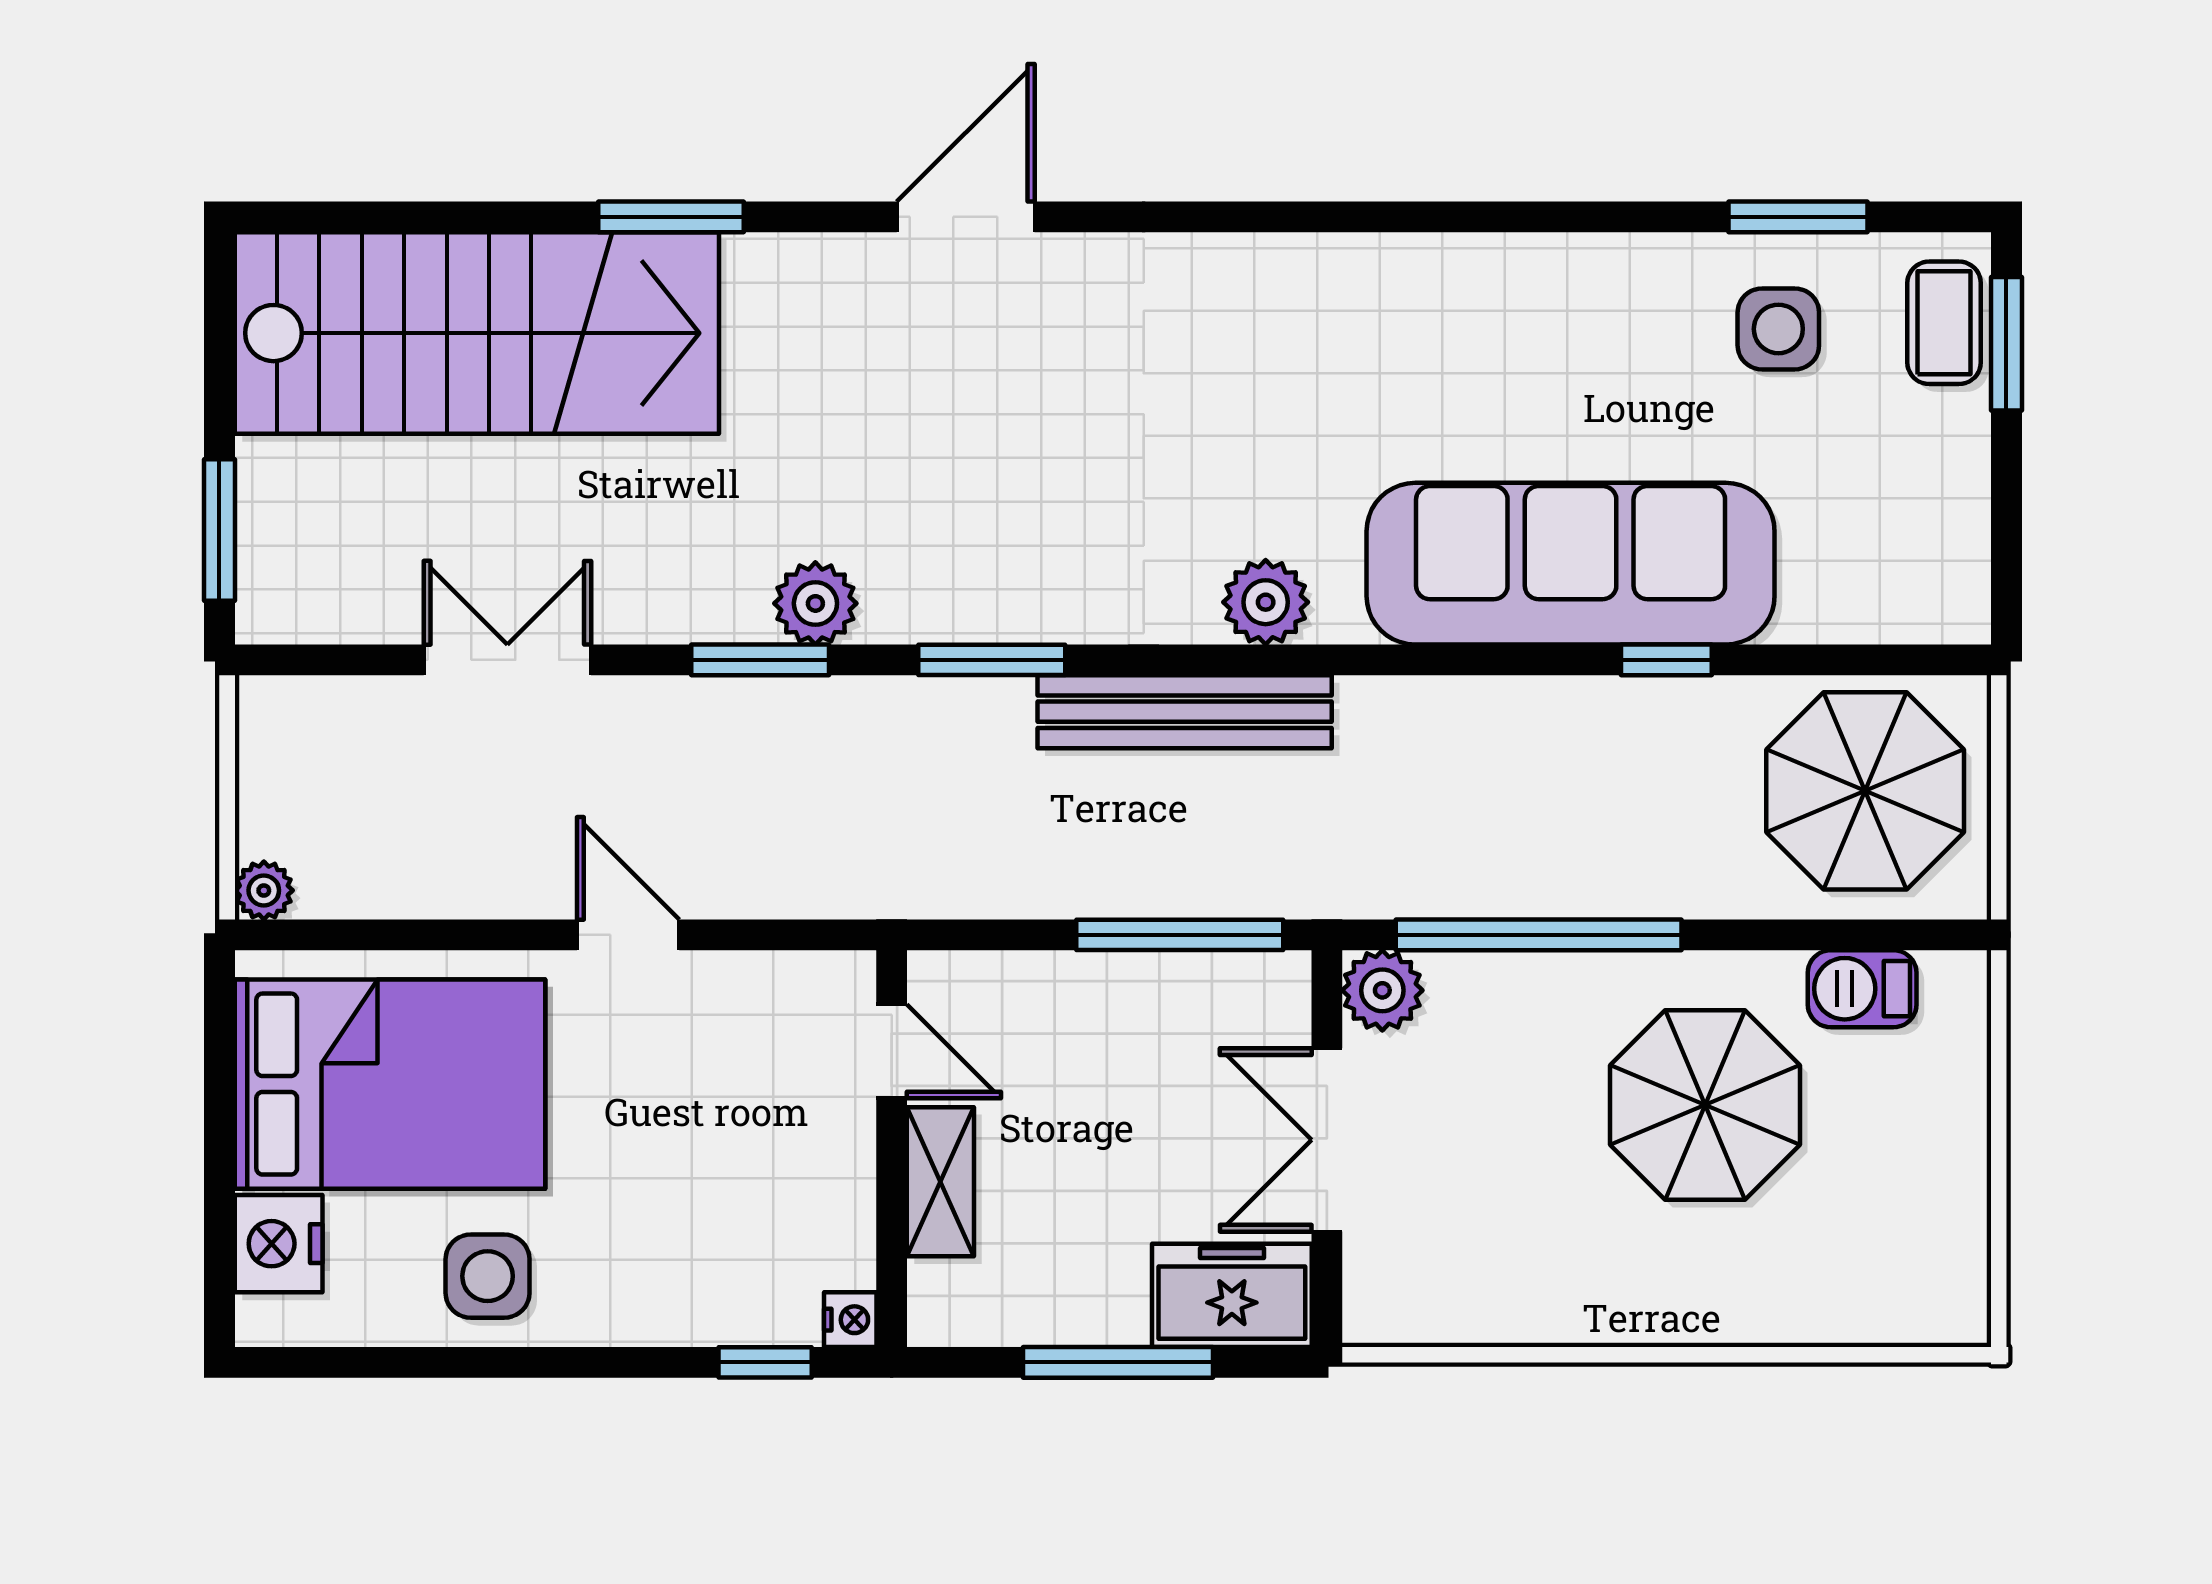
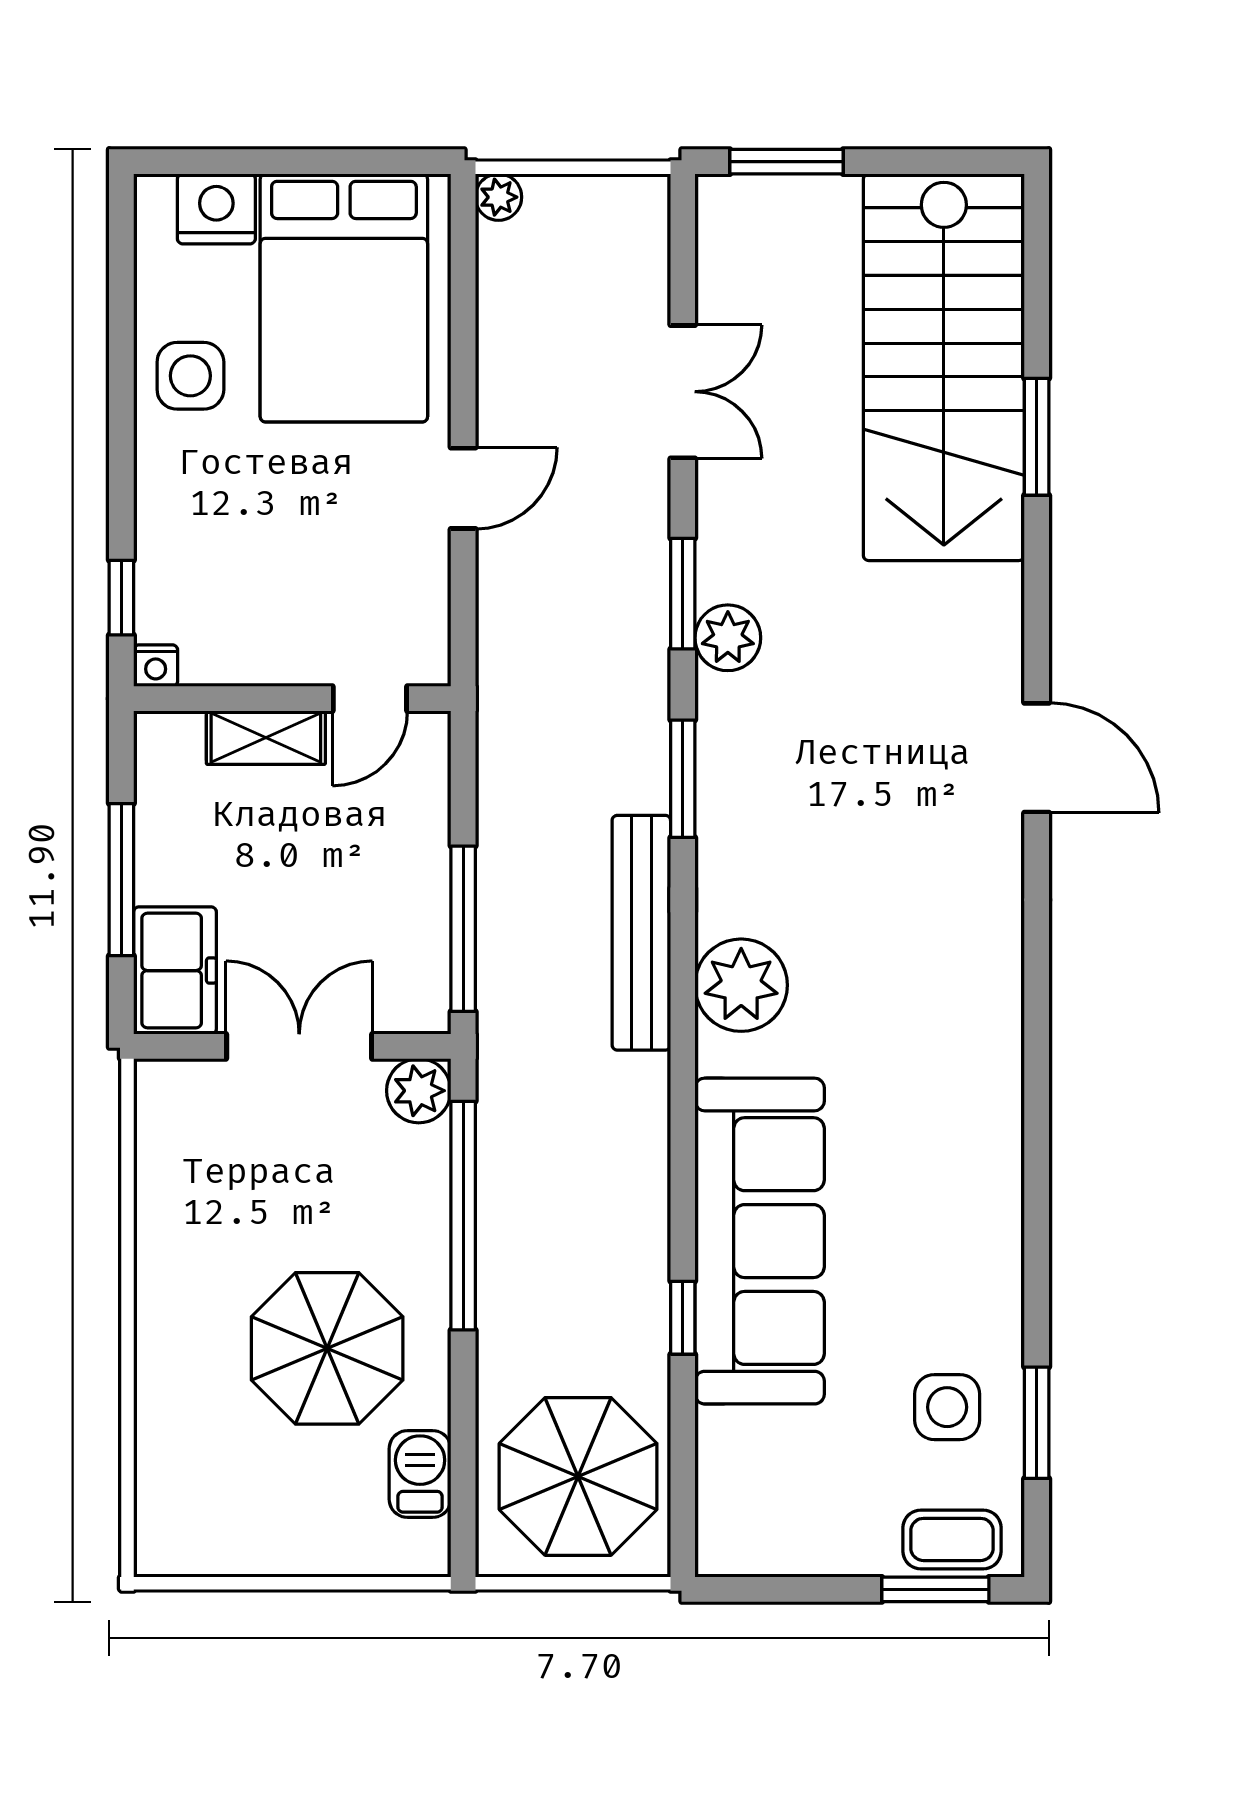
window: (671, 217) -> (1037, 437), moved
plant: (1266, 602) -> (741, 985), width x1.36, depth x1.36

